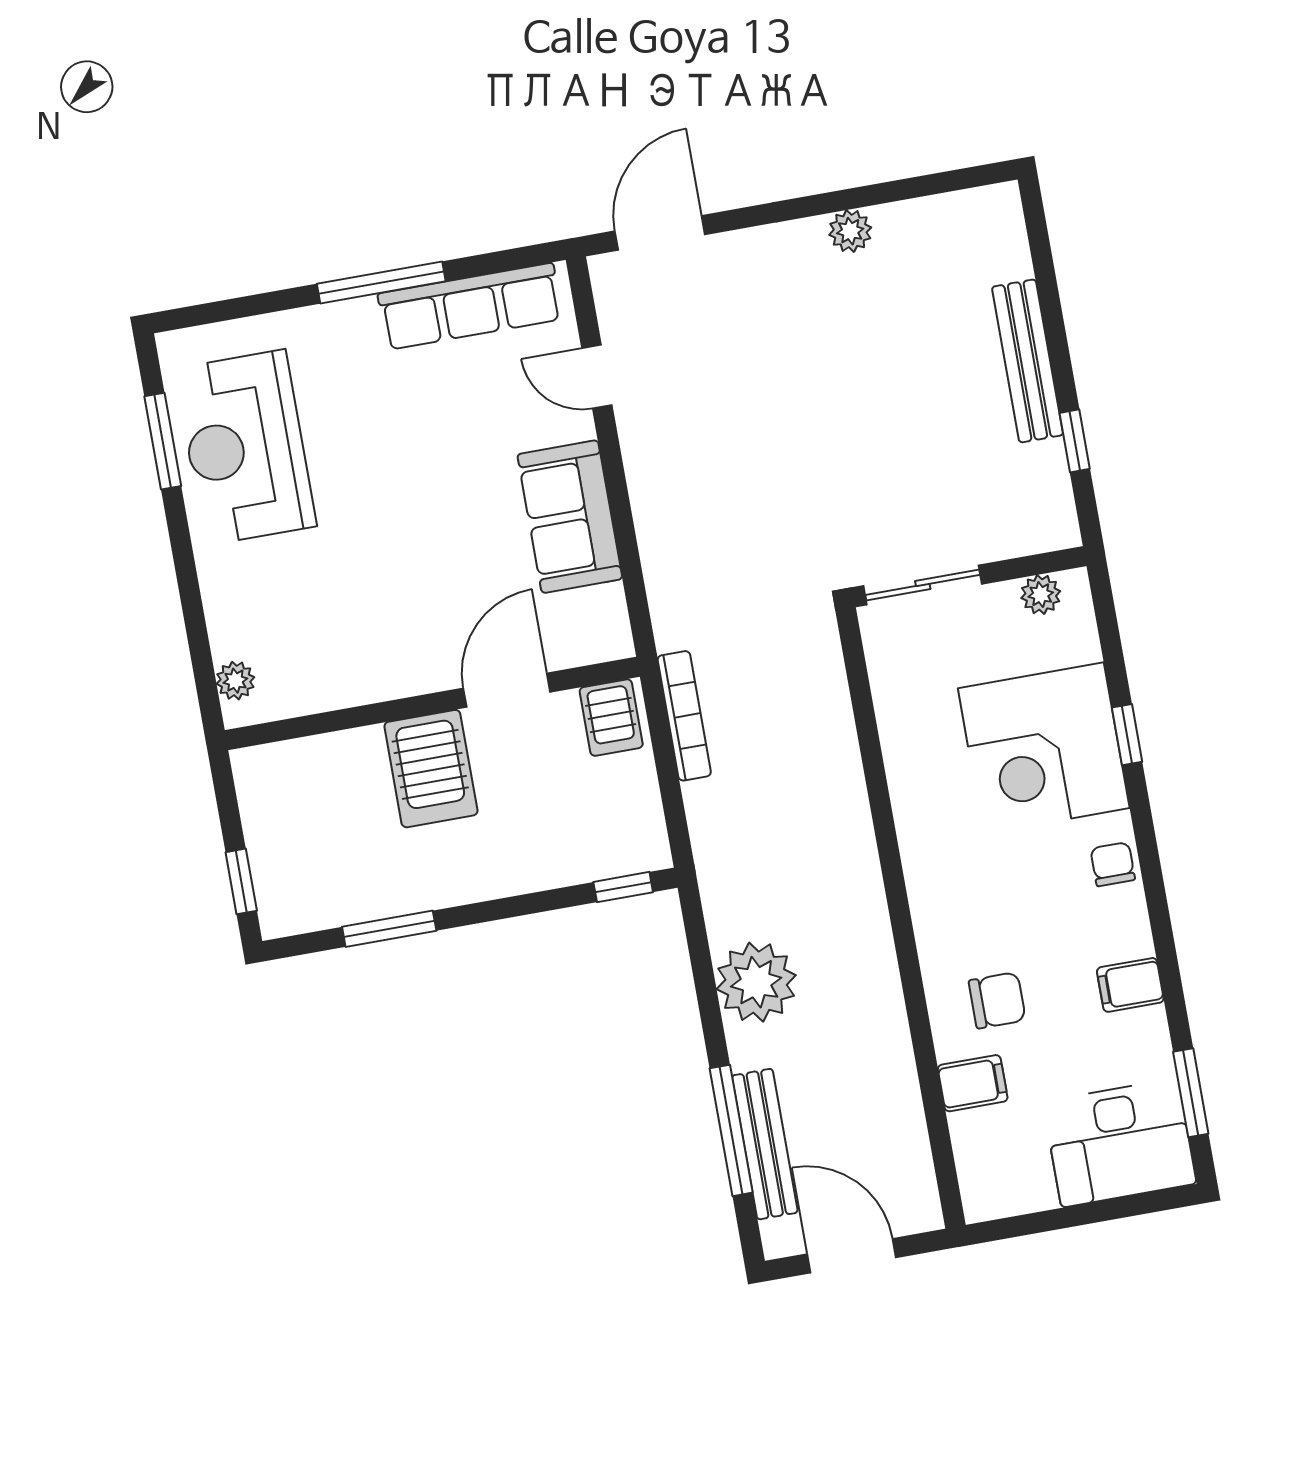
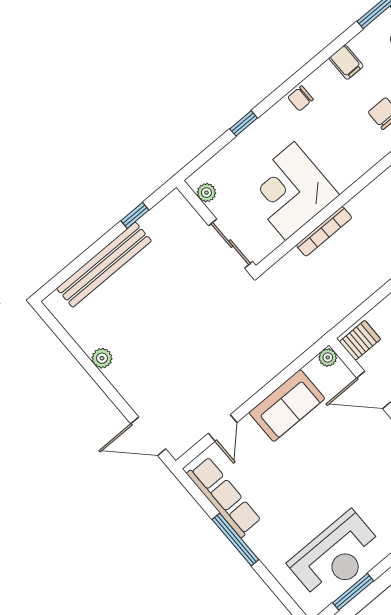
bench: (1027, 361) -> (104, 265), width x1.37, depth x1.21
plant: (614, 641) -> (328, 357), added
bookcase: (684, 716) -> (324, 231), moved, turned 180
corner desk: (1044, 748) -> (290, 191), moved, turned 180

